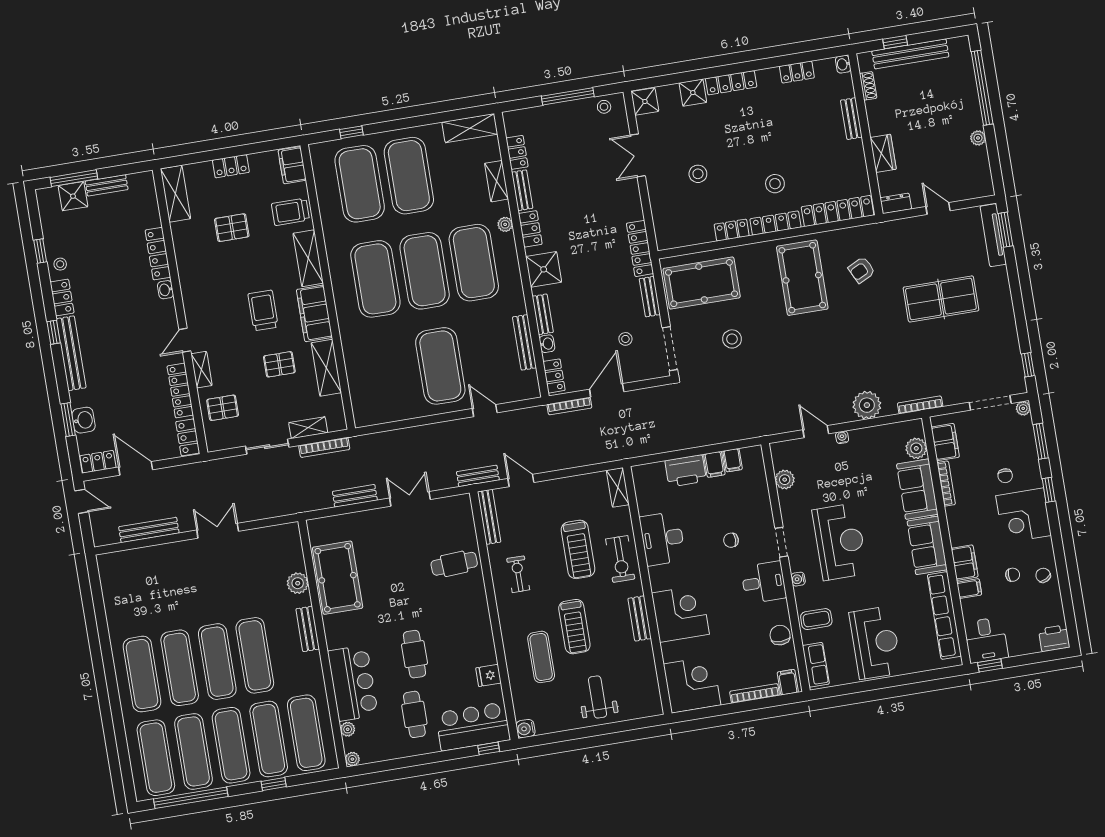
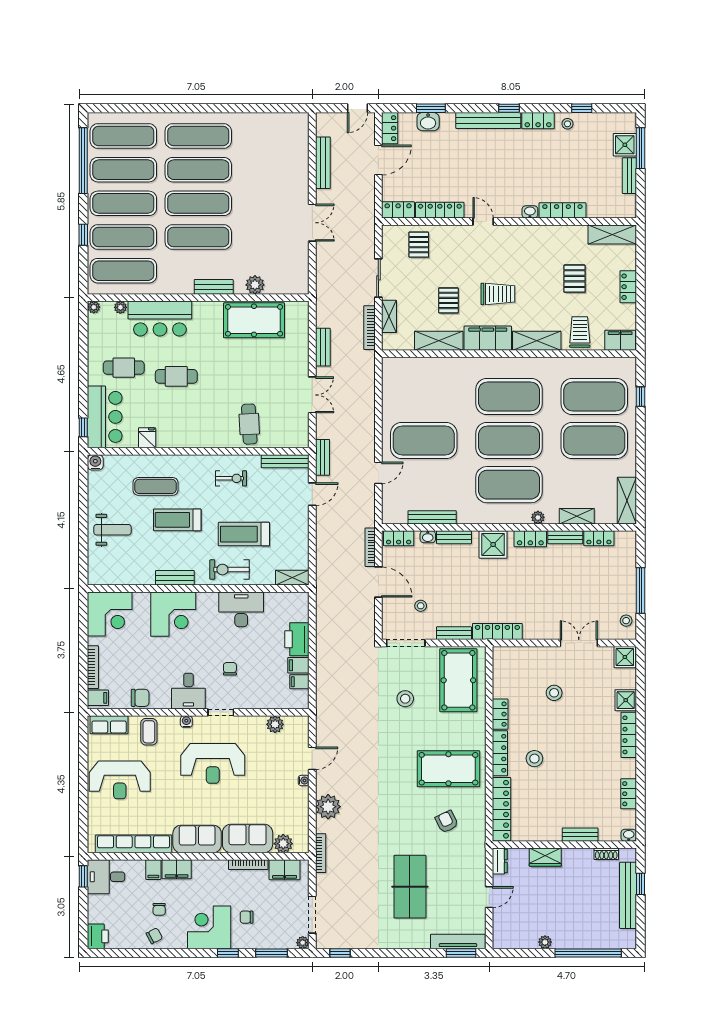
shelving: (202, 370) -> (455, 232), removed

